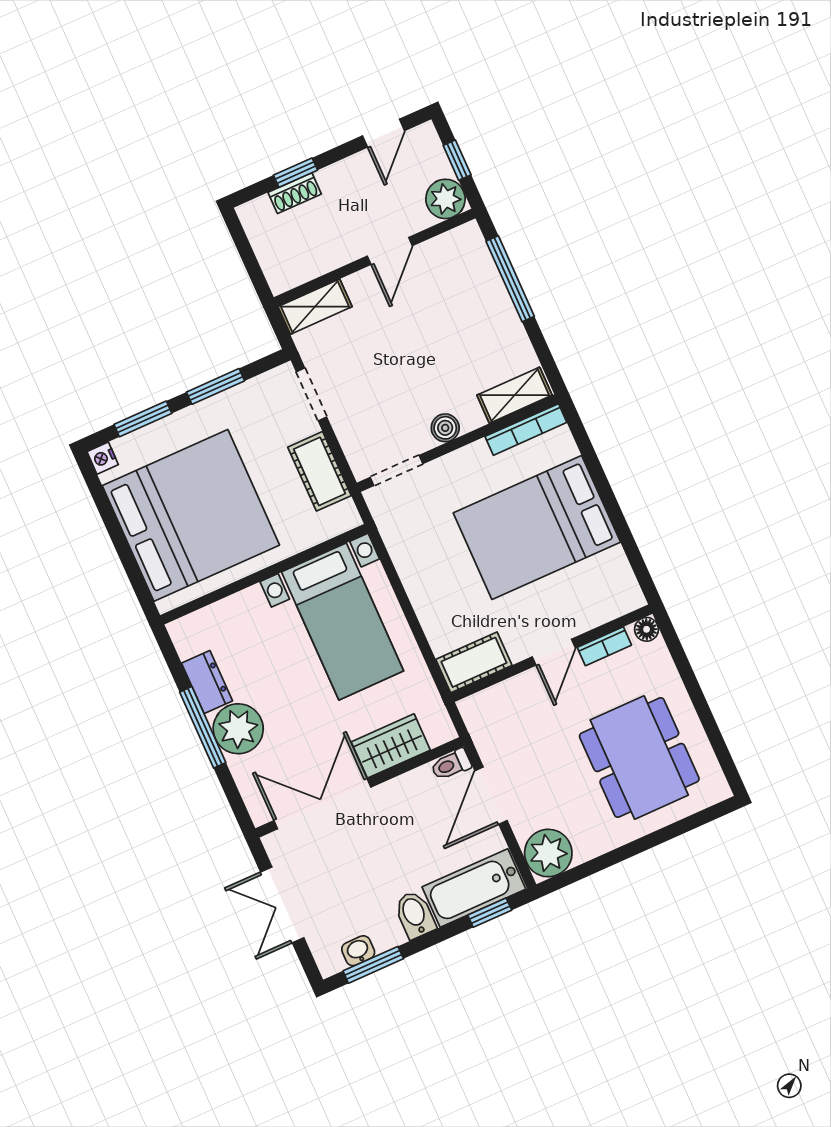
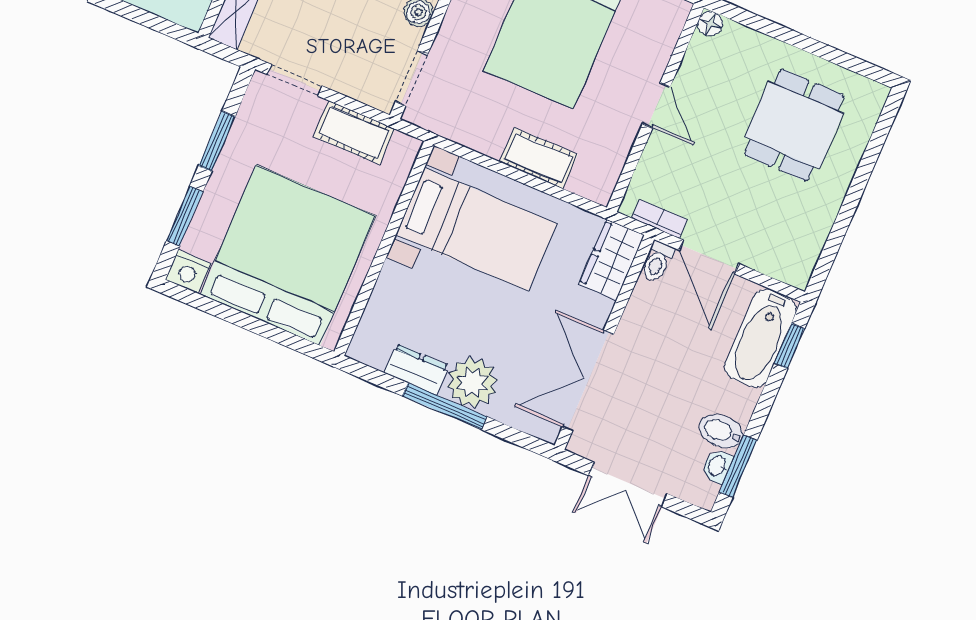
nightstand: (103, 458) -> (188, 272), width x1.39, depth x1.35
bookcase: (604, 646) -> (659, 219), moved, turned -90
cot: (474, 662) -> (539, 158), moved, turned 90
wardrobe: (391, 746) -> (612, 259), moved
dining table: (639, 757) -> (794, 125), width x0.73
plant: (548, 853) -> (792, 260), removed
bidet: (415, 915) -> (721, 431), moved

